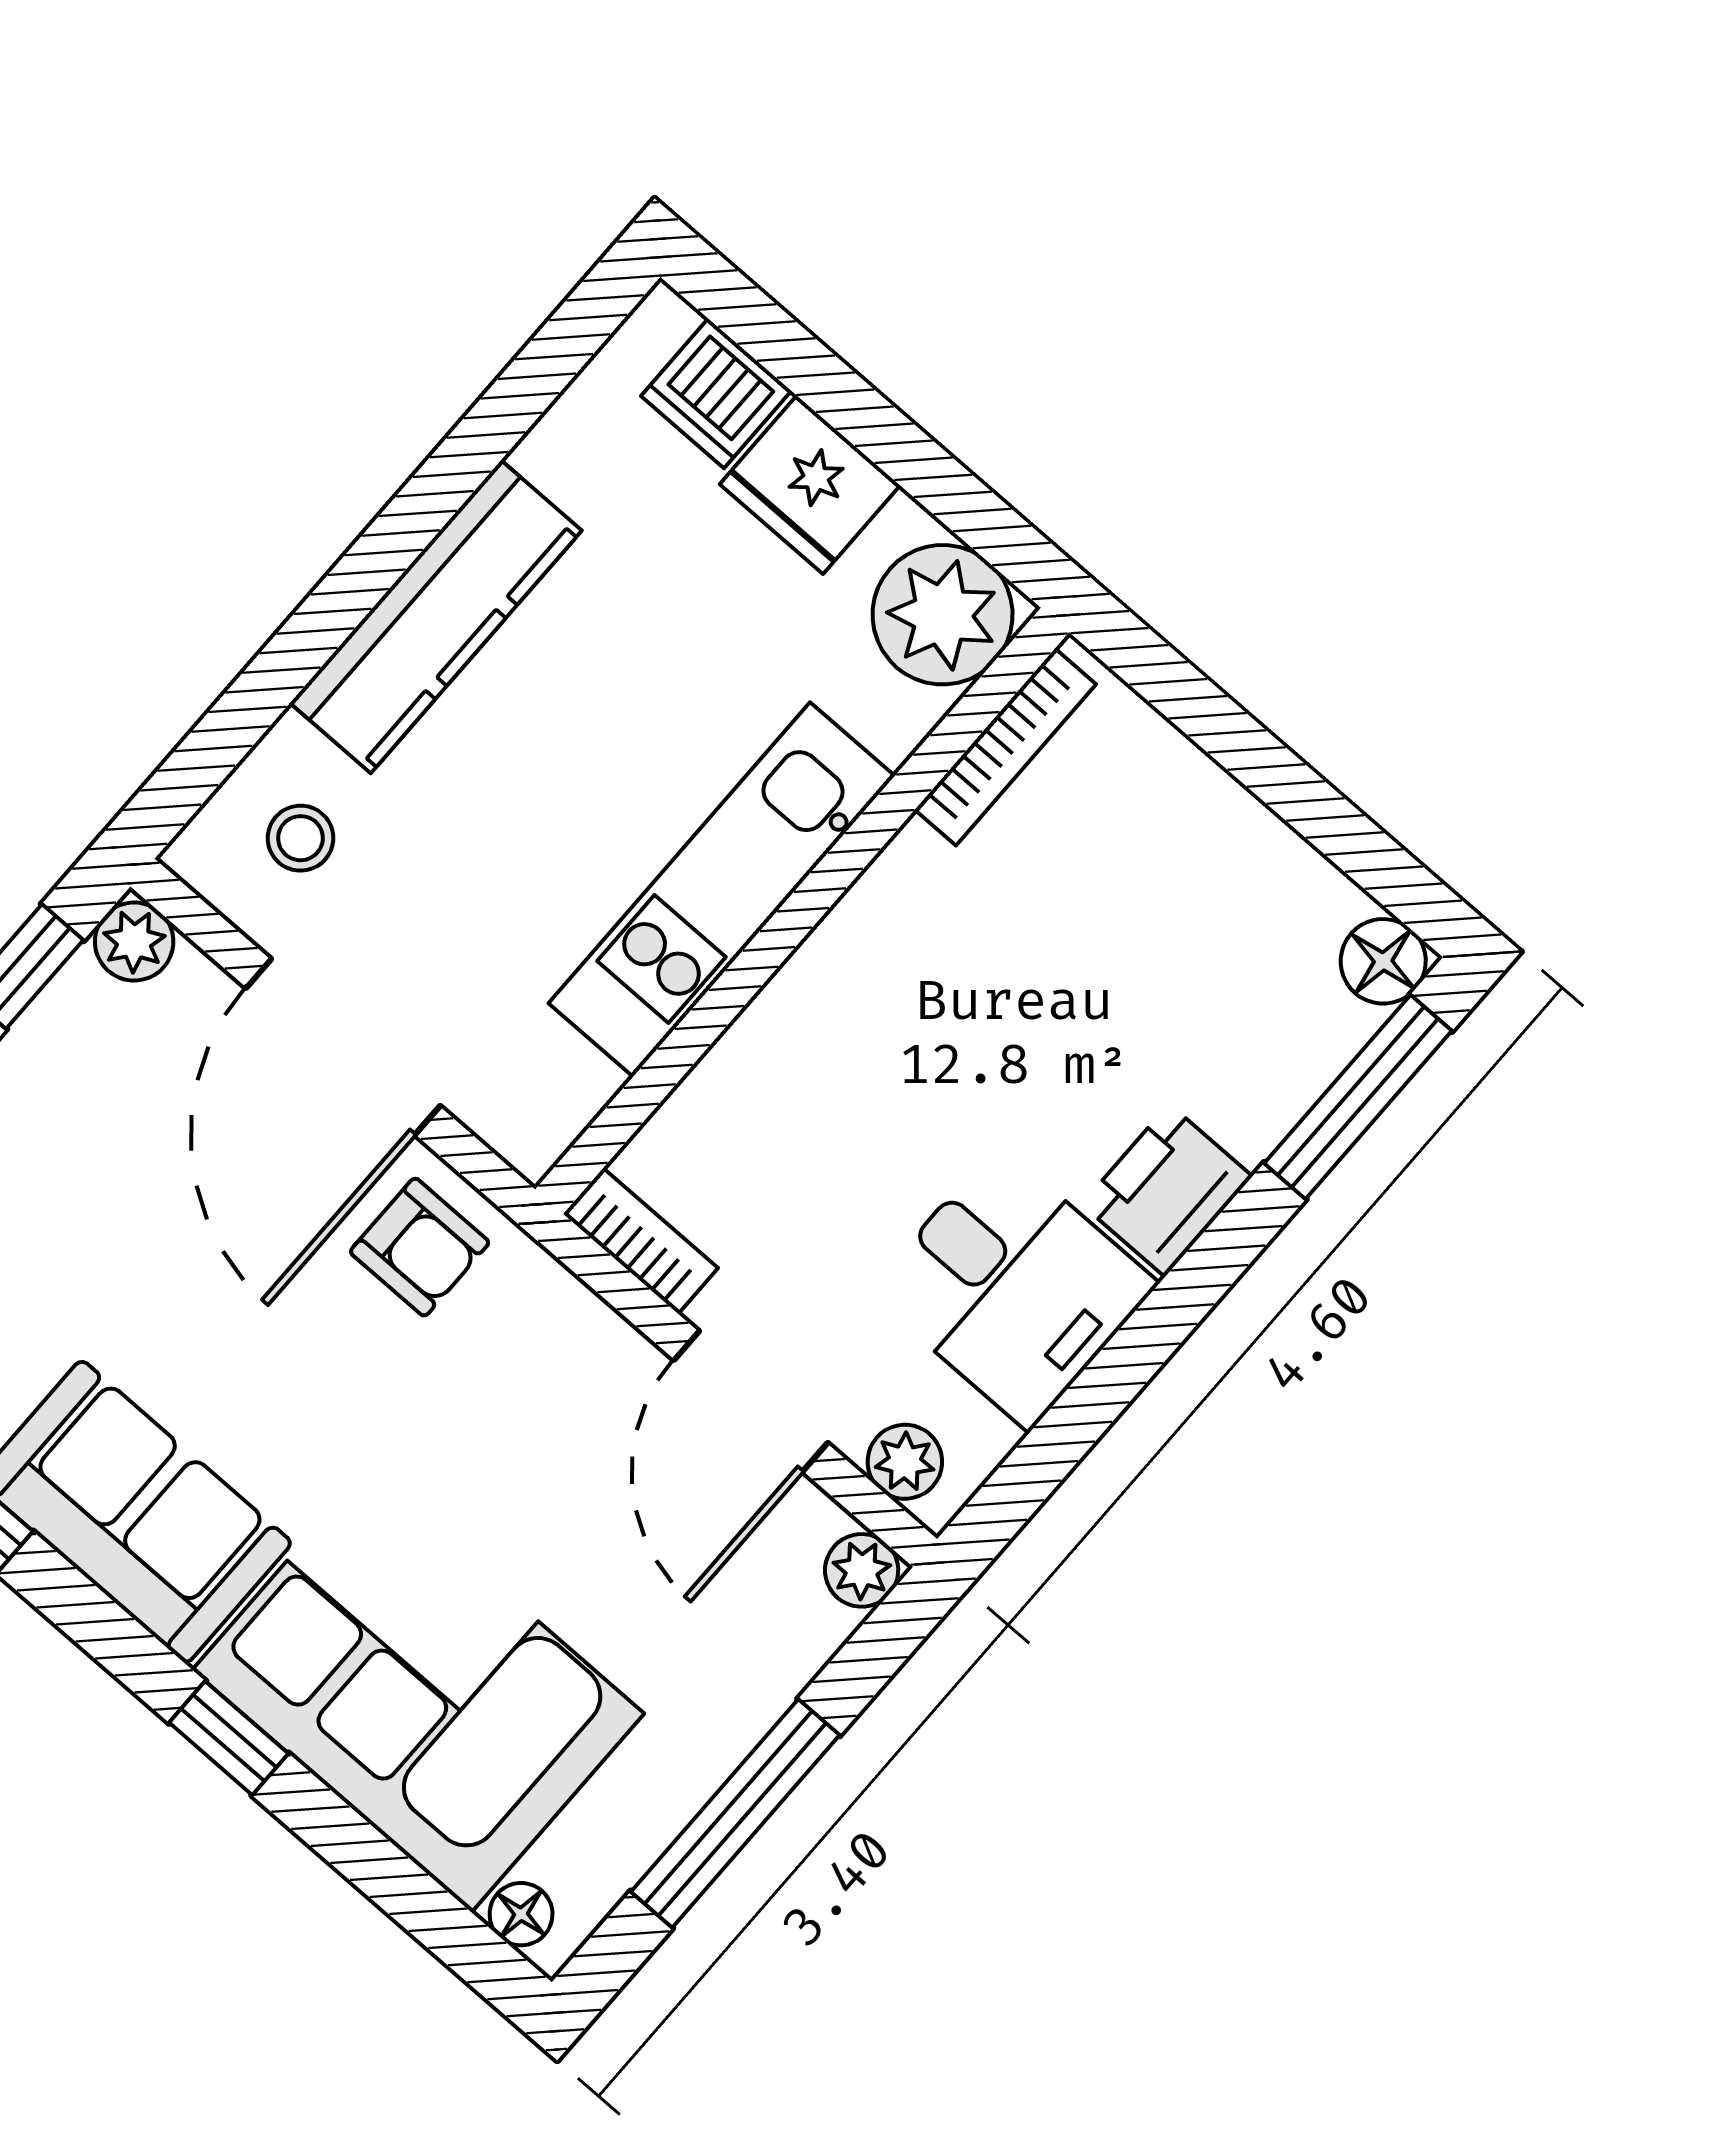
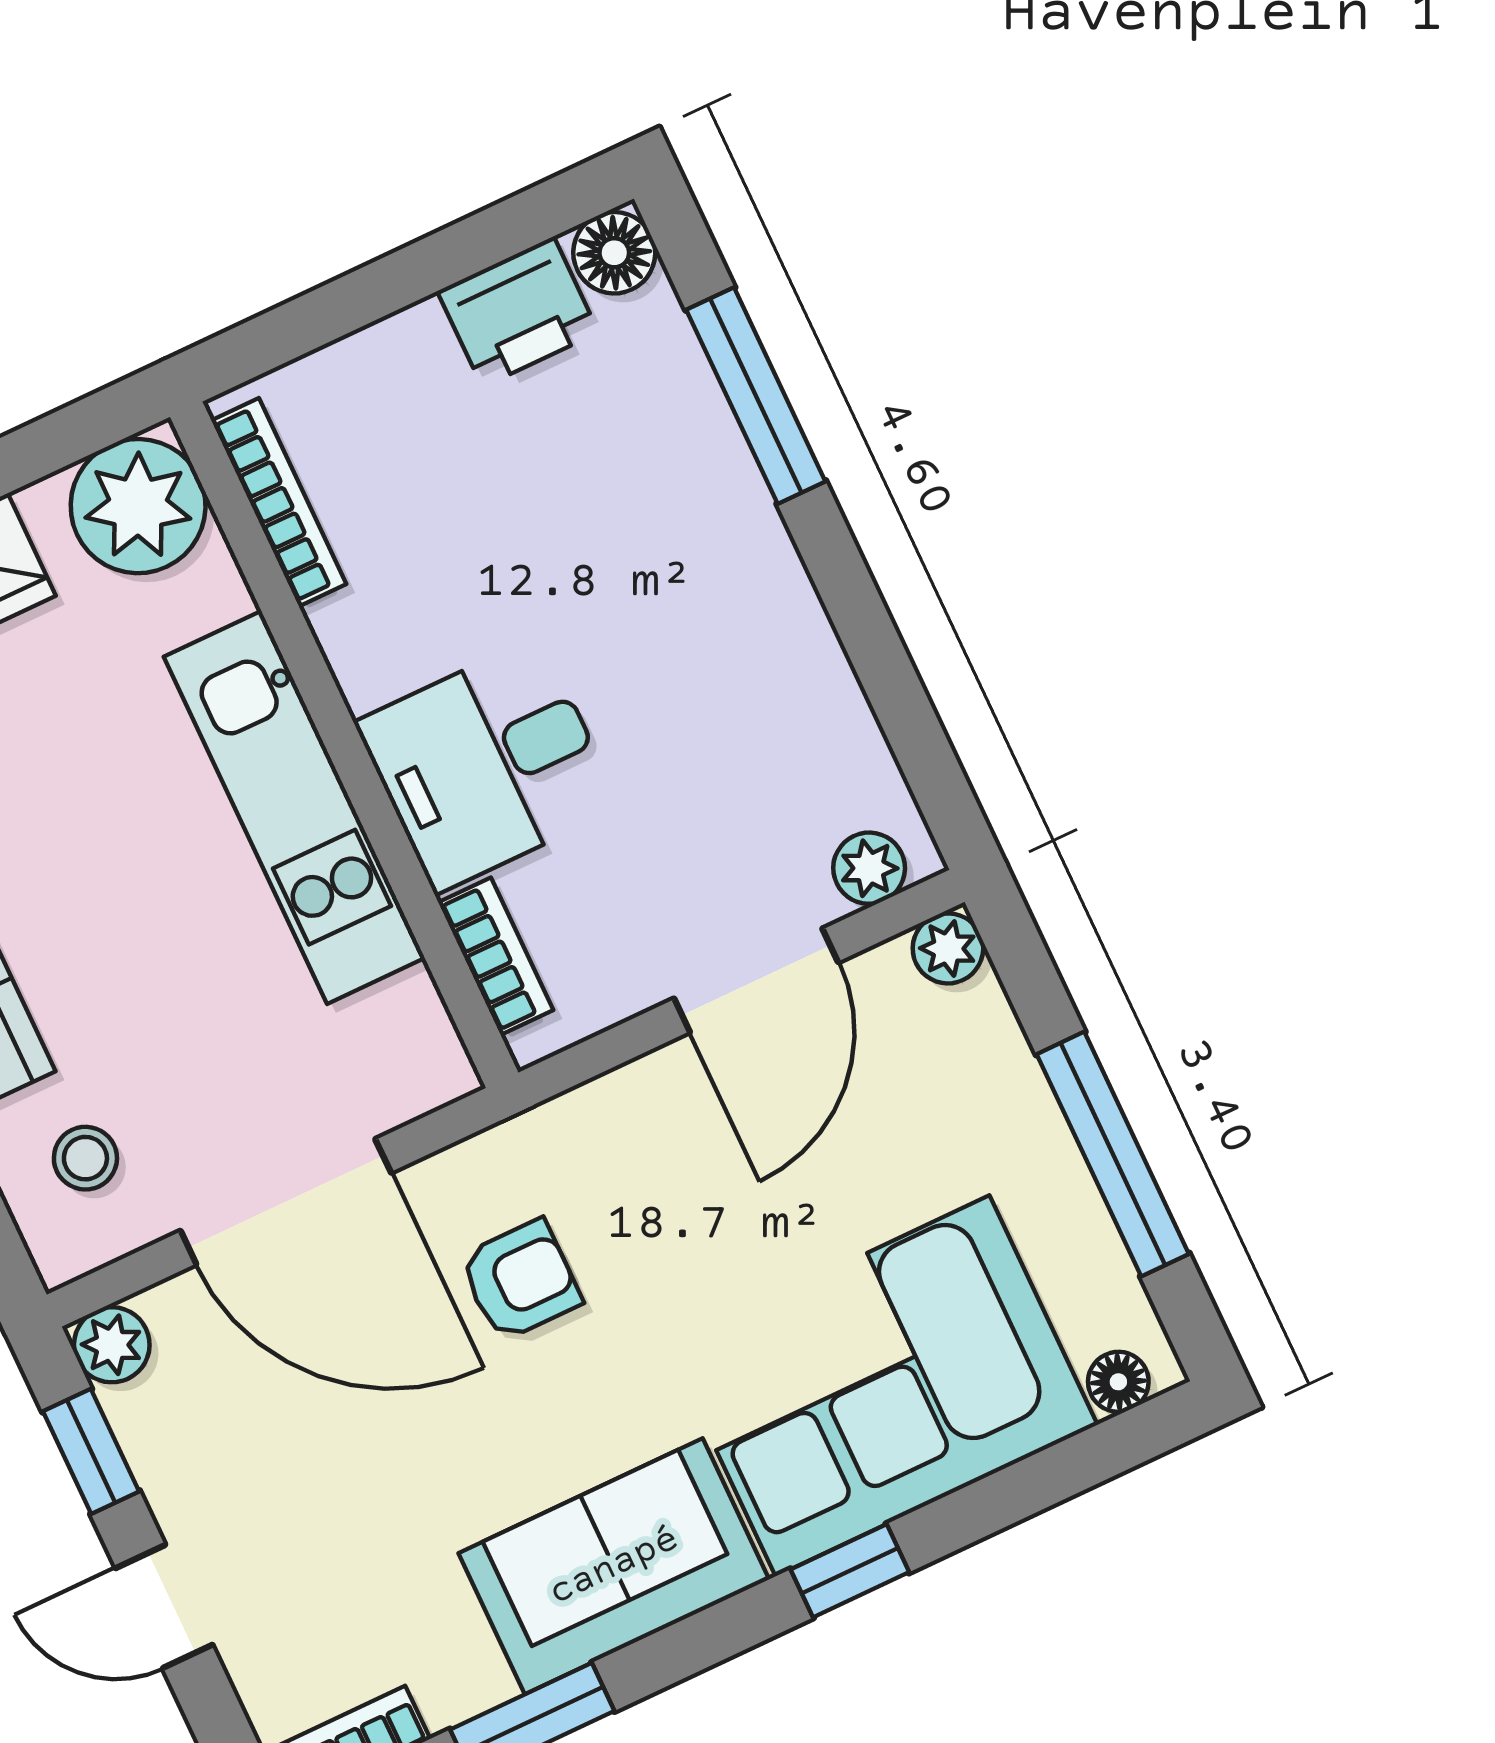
window: (1358, 1097) -> (756, 396), moved
printer: (1167, 1190) -> (518, 312), moved, turned -90
bookcase: (641, 1241) -> (496, 956), moved, turned 90
armchair: (420, 1247) -> (520, 1280), moved
desk: (1013, 1287) -> (488, 765), moved, turned 180
door: (751, 1401) -> (756, 980), hinge flipped

